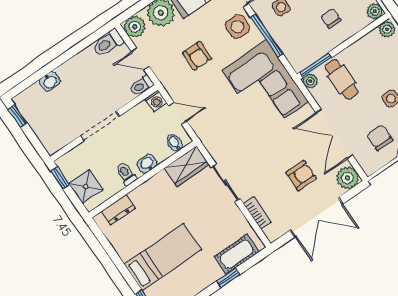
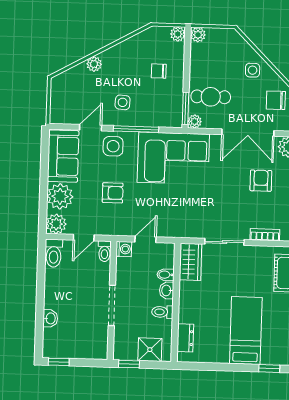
bidet: (175, 143) -> (166, 275), moved

